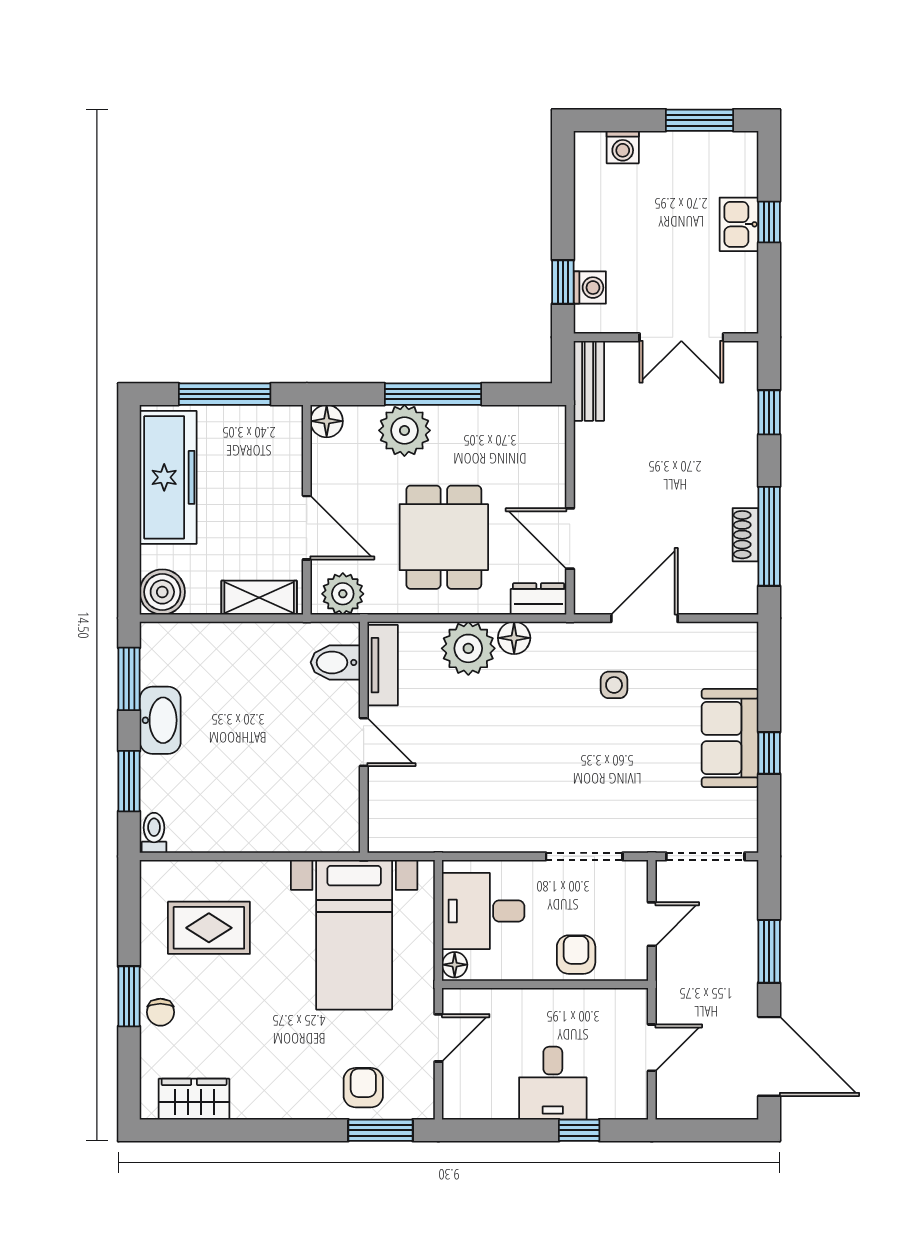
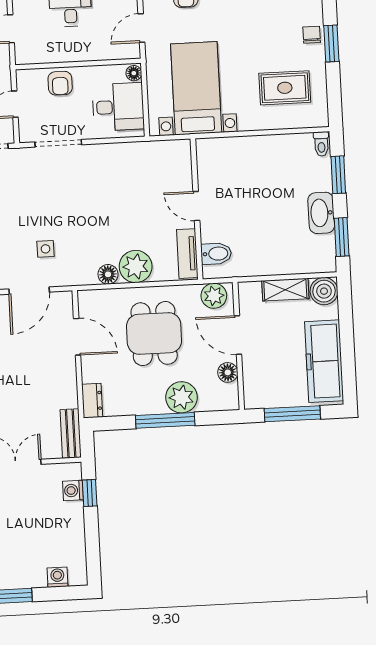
floor lamp: (327, 421) -> (228, 372), moved
shelving: (259, 598) -> (285, 290), moved
dresser: (539, 599) -> (92, 401), moved, turned -90

